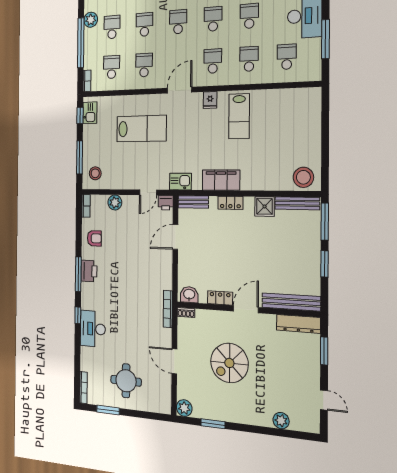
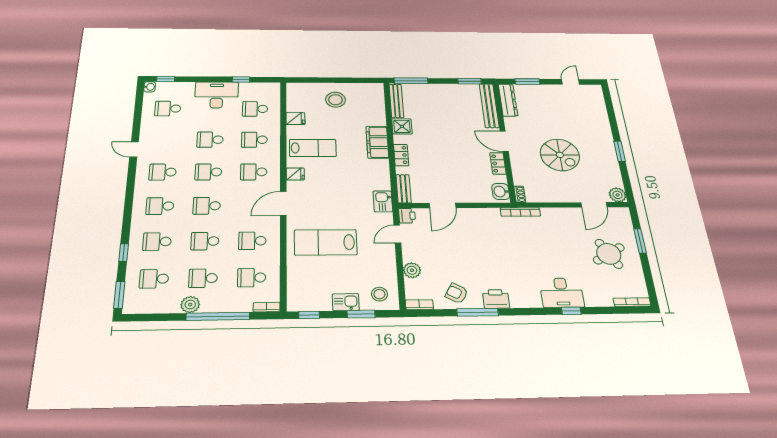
window: (326, 39) -> (241, 80), width x0.46
door: (180, 90) -> (283, 203), hinge flipped
fridge: (274, 98) -> (295, 119), added
kitchen sink: (90, 113) -> (346, 302), moved
lab bench: (141, 129) -> (326, 242), turned -90
window: (80, 157) -> (361, 314), width x0.69
stool: (303, 177) -> (335, 100), moved
filing cabinet: (221, 180) -> (377, 142), moved
door: (148, 192) -> (397, 234), swing flipped
door: (175, 237) -> (443, 206), hinge flipped
armchair: (94, 238) -> (457, 293), turned -60
window: (325, 264) -> (470, 81), moved
window: (78, 274) -> (478, 312), moved
window: (78, 315) -> (571, 311), moved
door: (174, 361) -> (594, 205), moved
round table: (126, 381) -> (609, 254), turned -30
window: (108, 410) -> (640, 241), moved
plant: (281, 421) -> (600, 113), removed
window: (213, 424) -> (620, 151), moved

